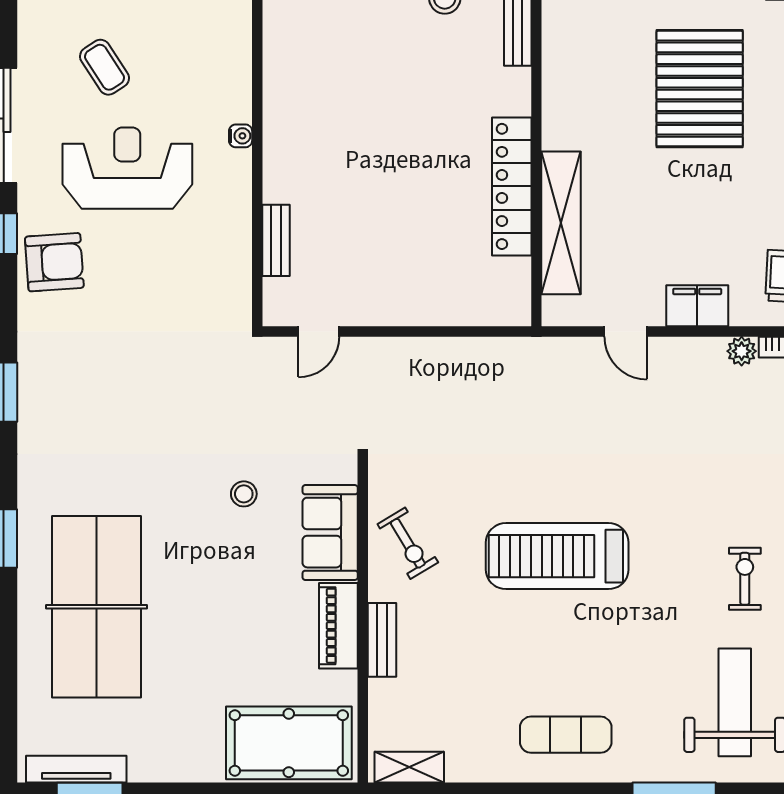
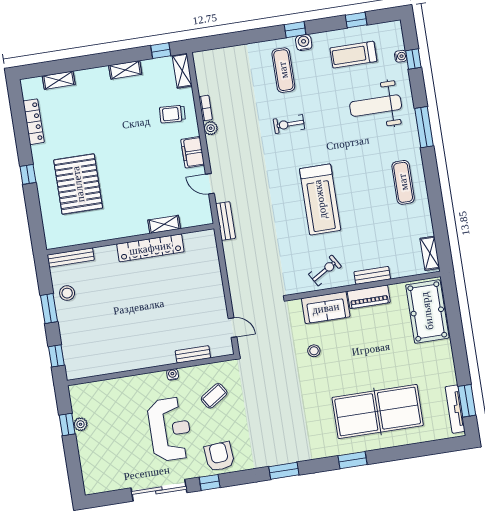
coffee table: (105, 67) -> (214, 396), moved
pallet: (700, 89) -> (78, 184), moved, turned 90
water cooler: (241, 136) -> (173, 374), moved
reception desk: (127, 168) -> (170, 429), turned 180
shelving: (561, 223) -> (164, 224), width x0.45, depth x0.75
door: (626, 332) -> (210, 184), swing flipped
bench: (543, 352) -> (225, 221), added
exercise bike: (745, 579) -> (289, 124), moved

